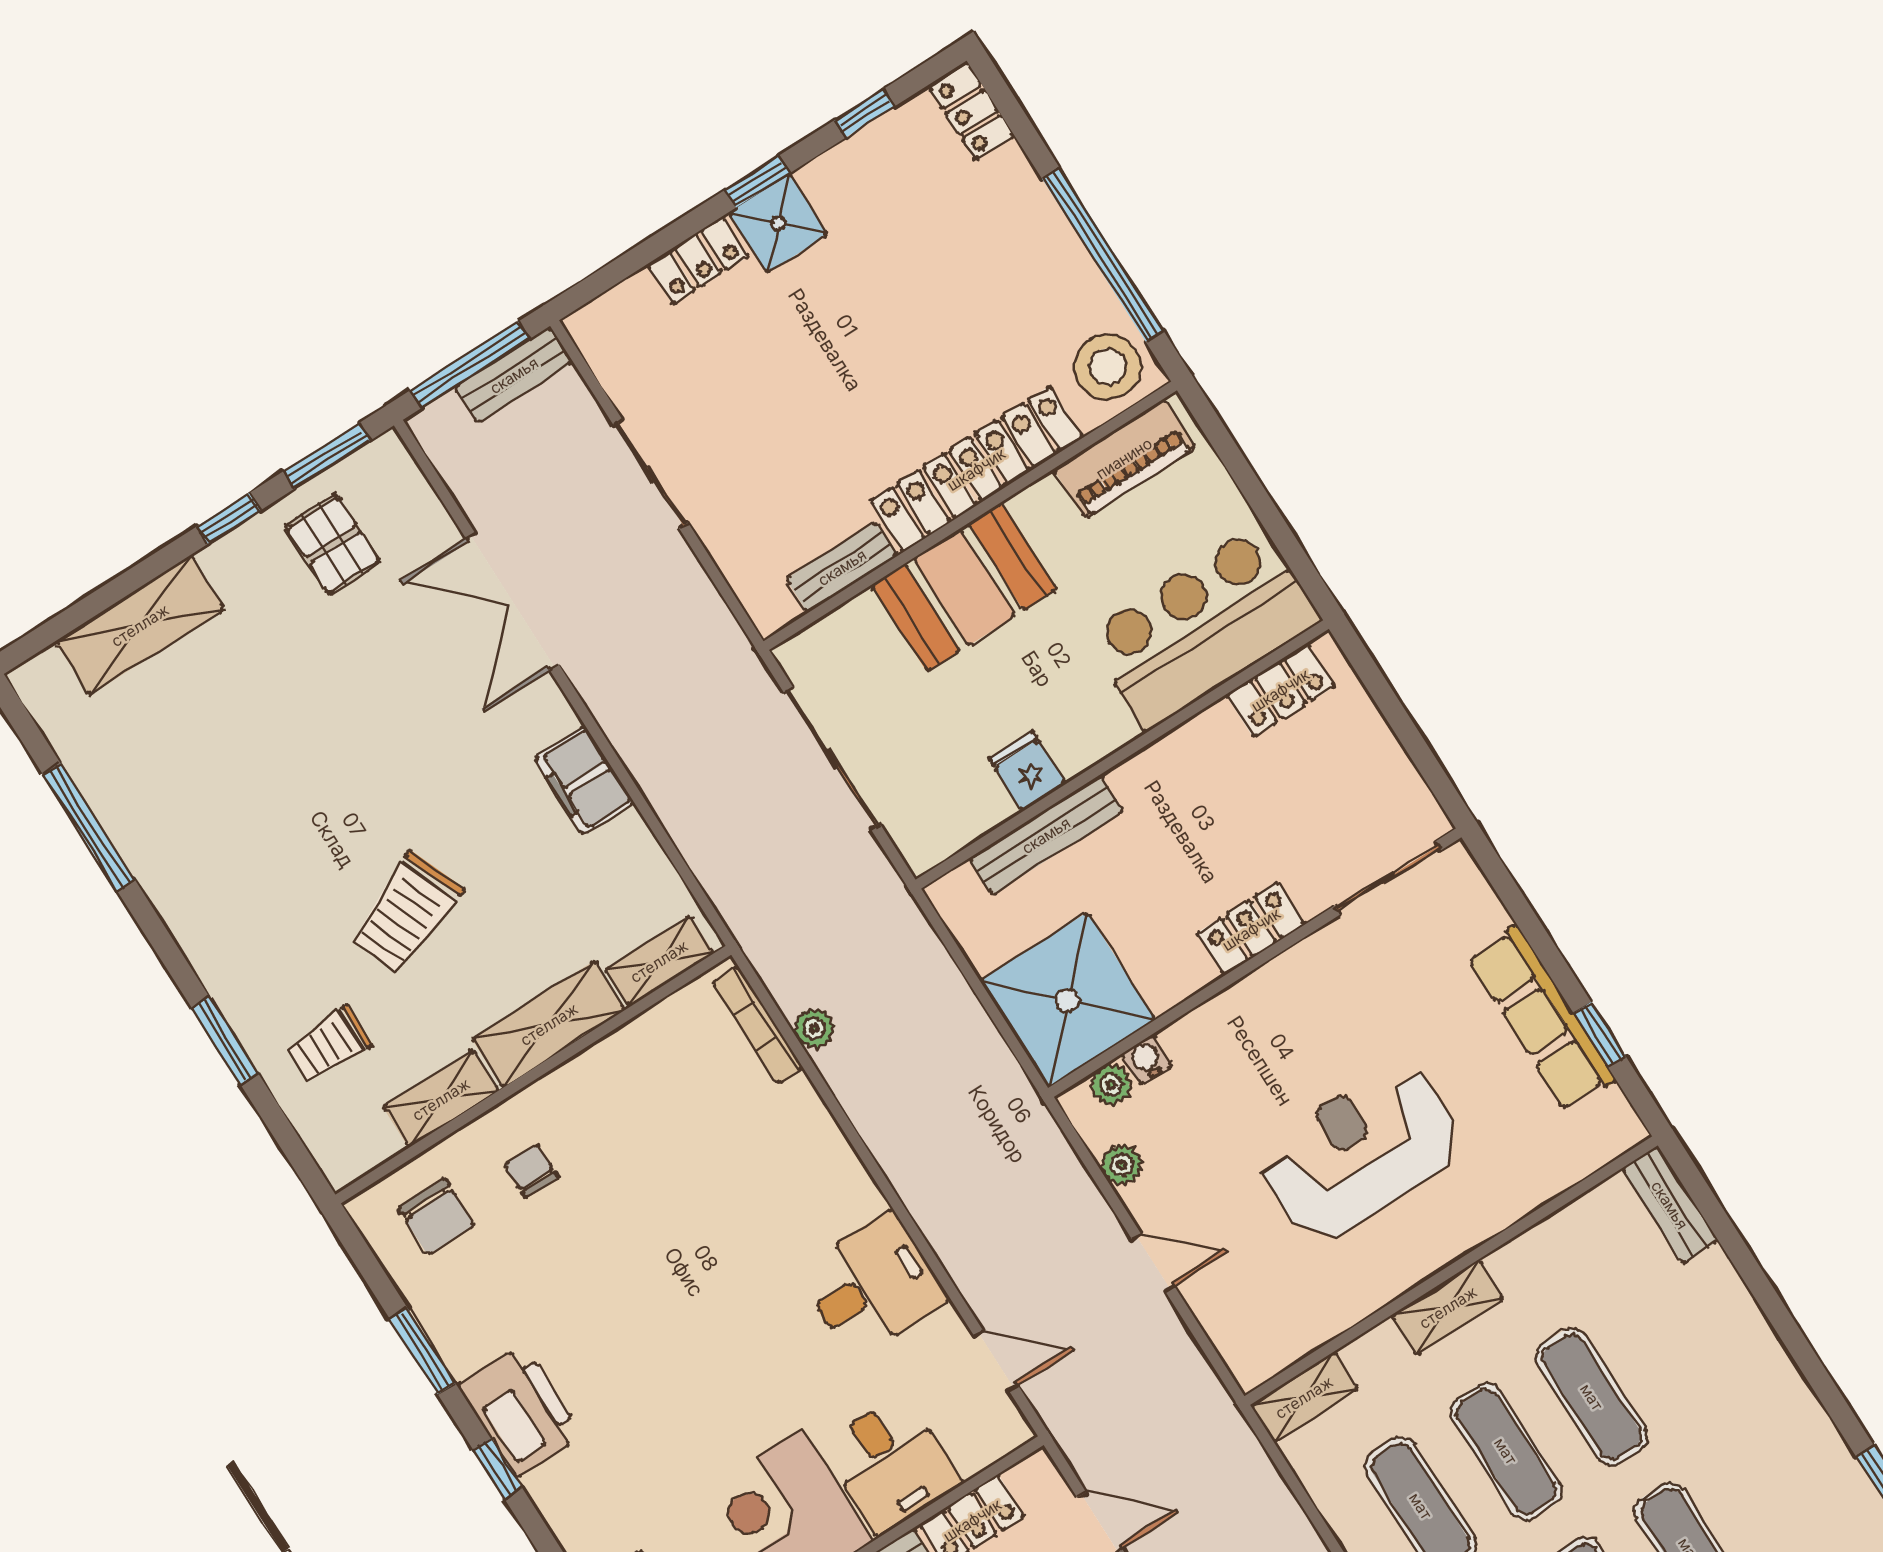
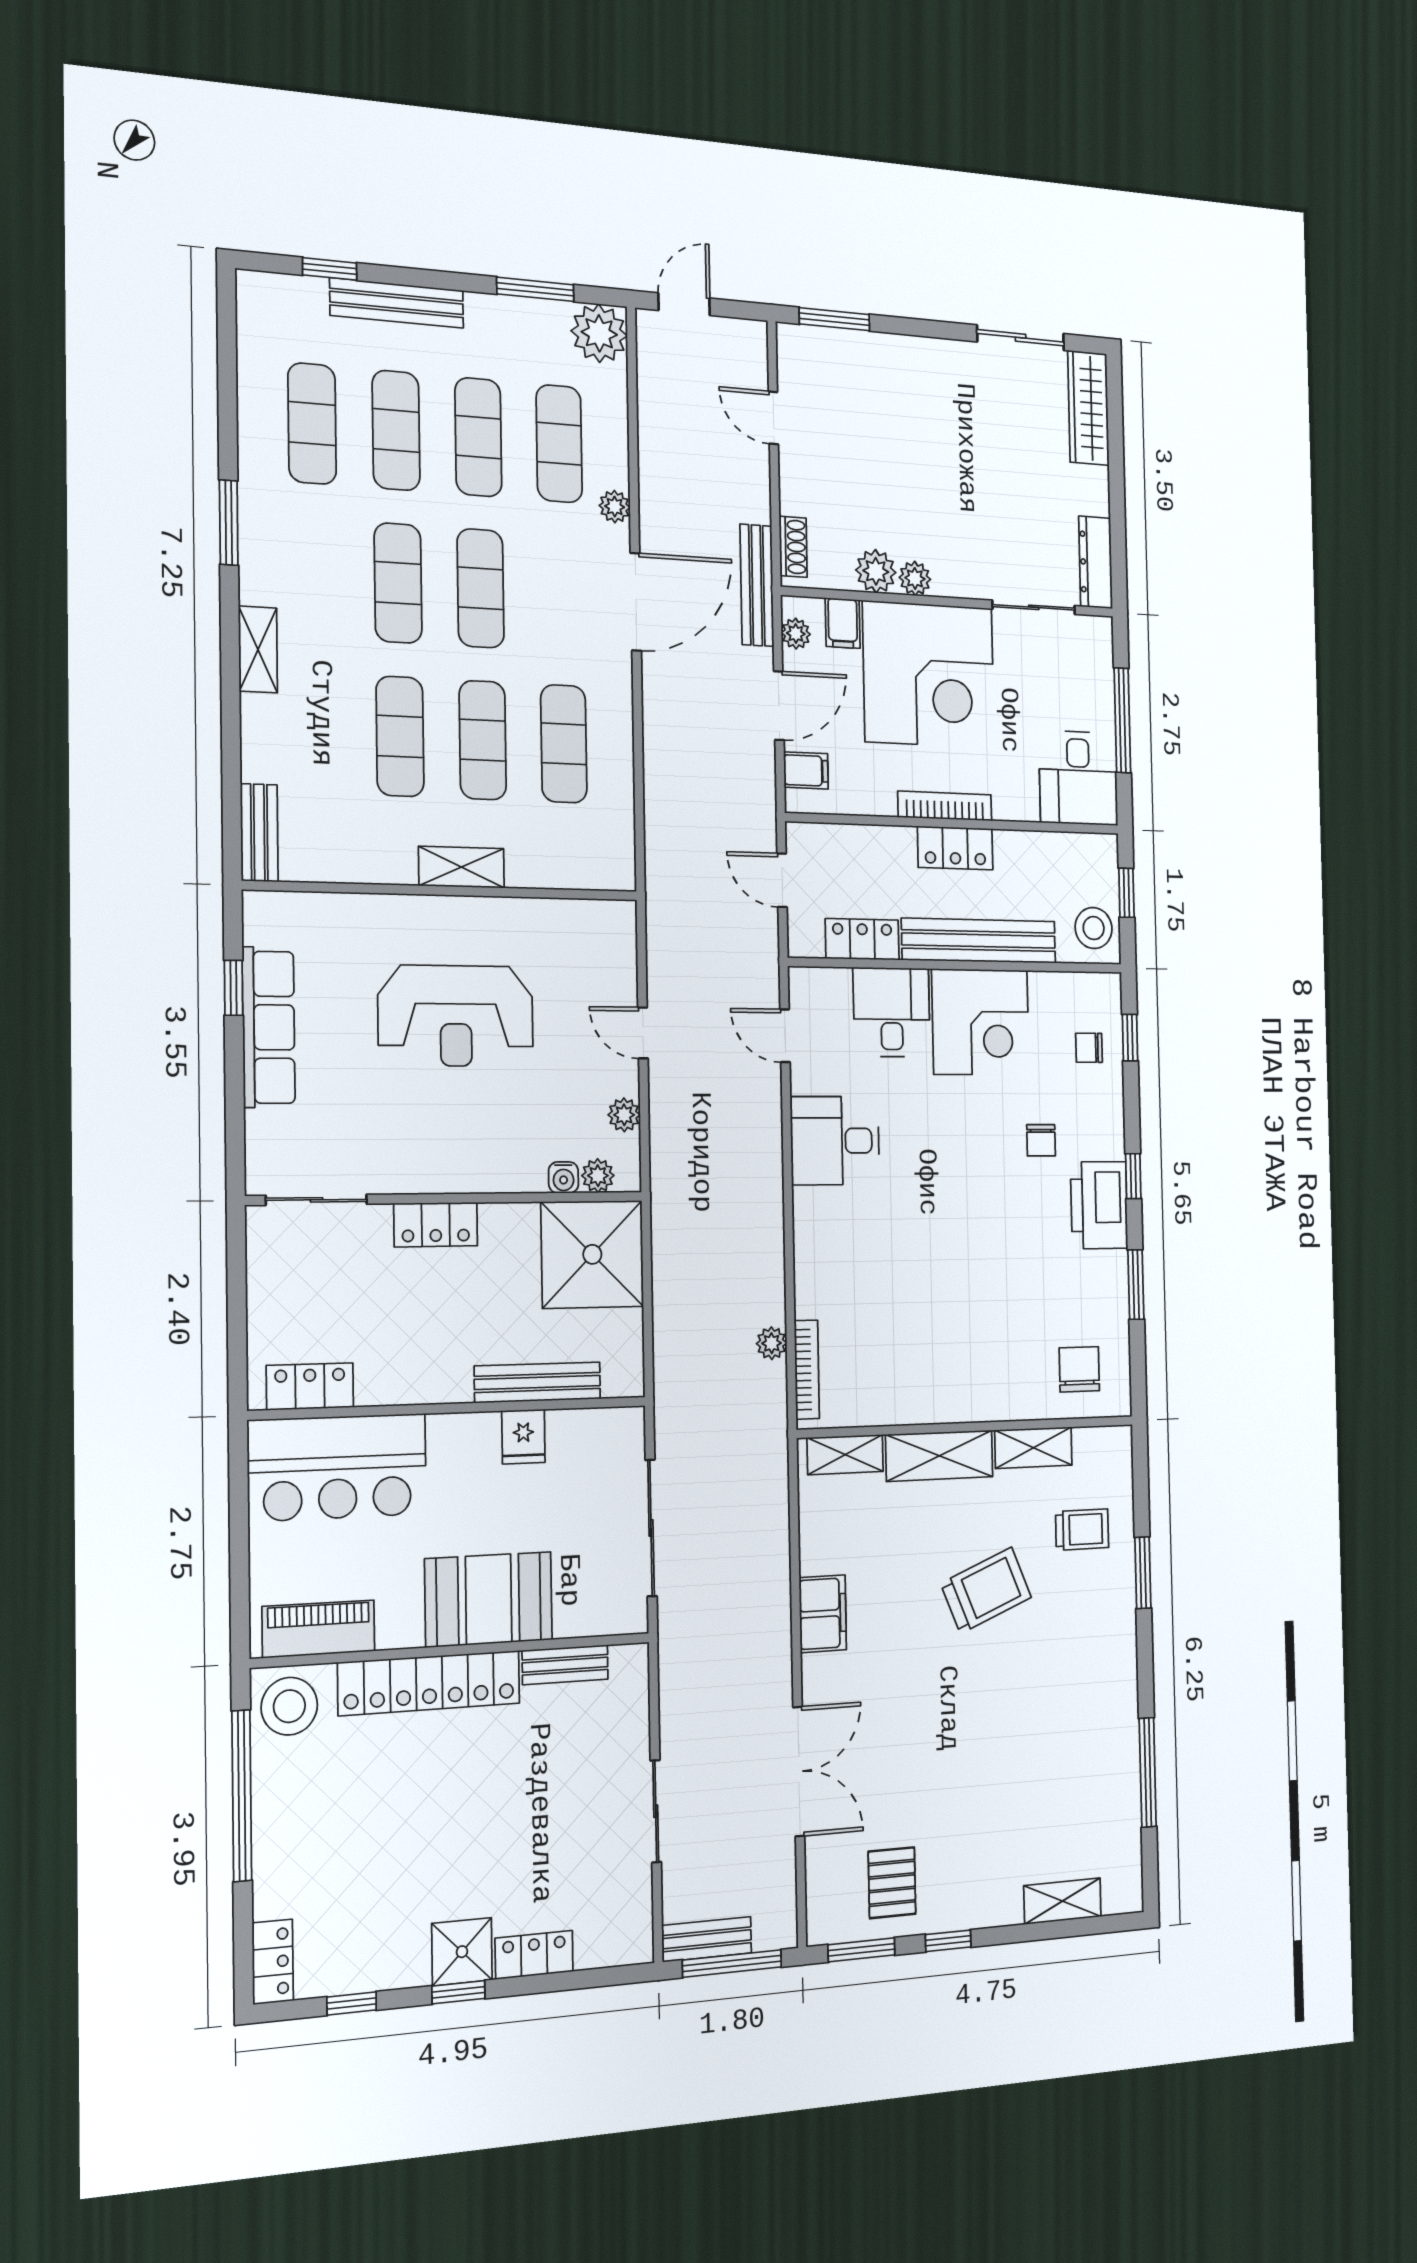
shelving: (140, 625) -> (1062, 1901), width x0.67, depth x0.75
chair: (531, 1171) -> (1041, 1140), moved
shelving: (1304, 1397) -> (258, 649), moved, turned 90

